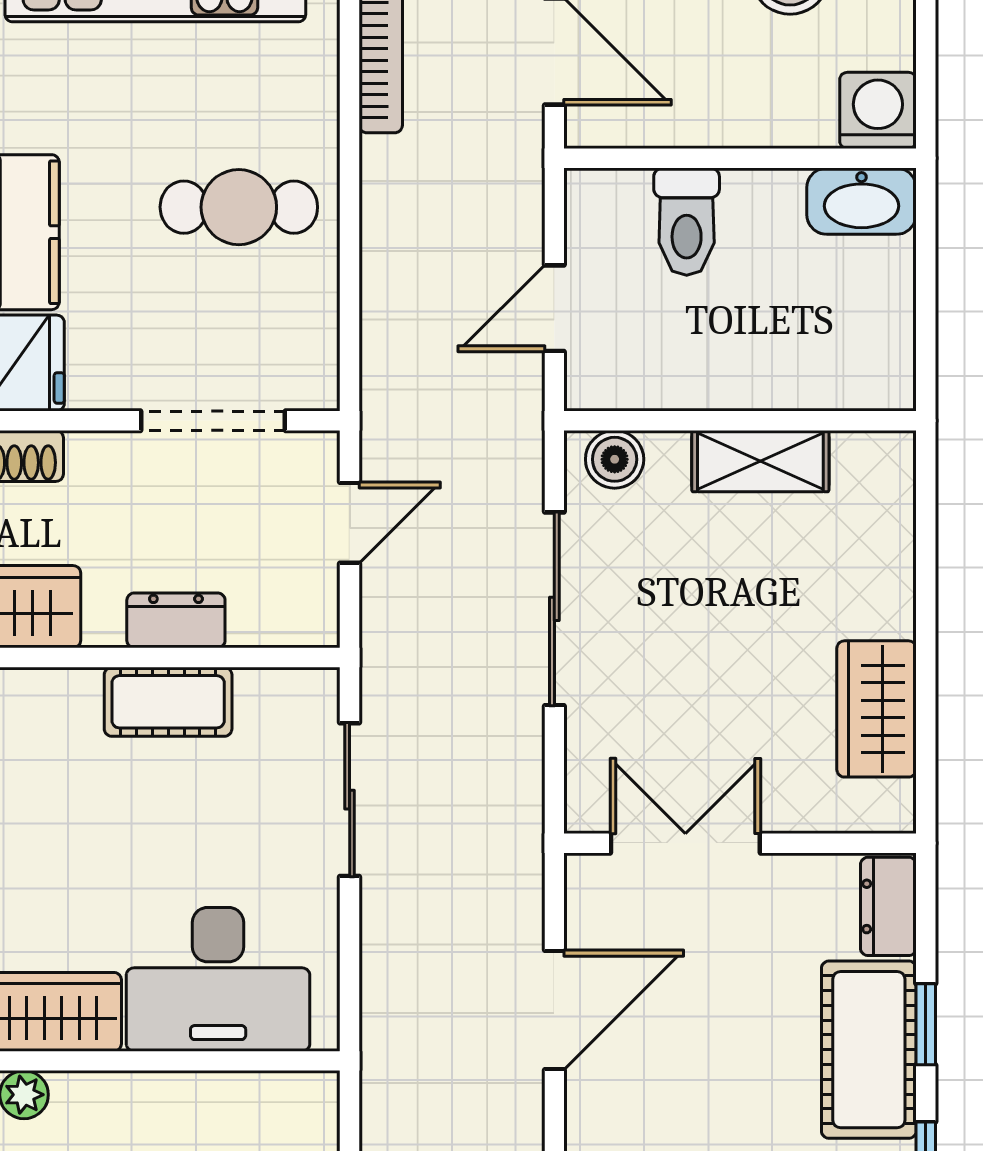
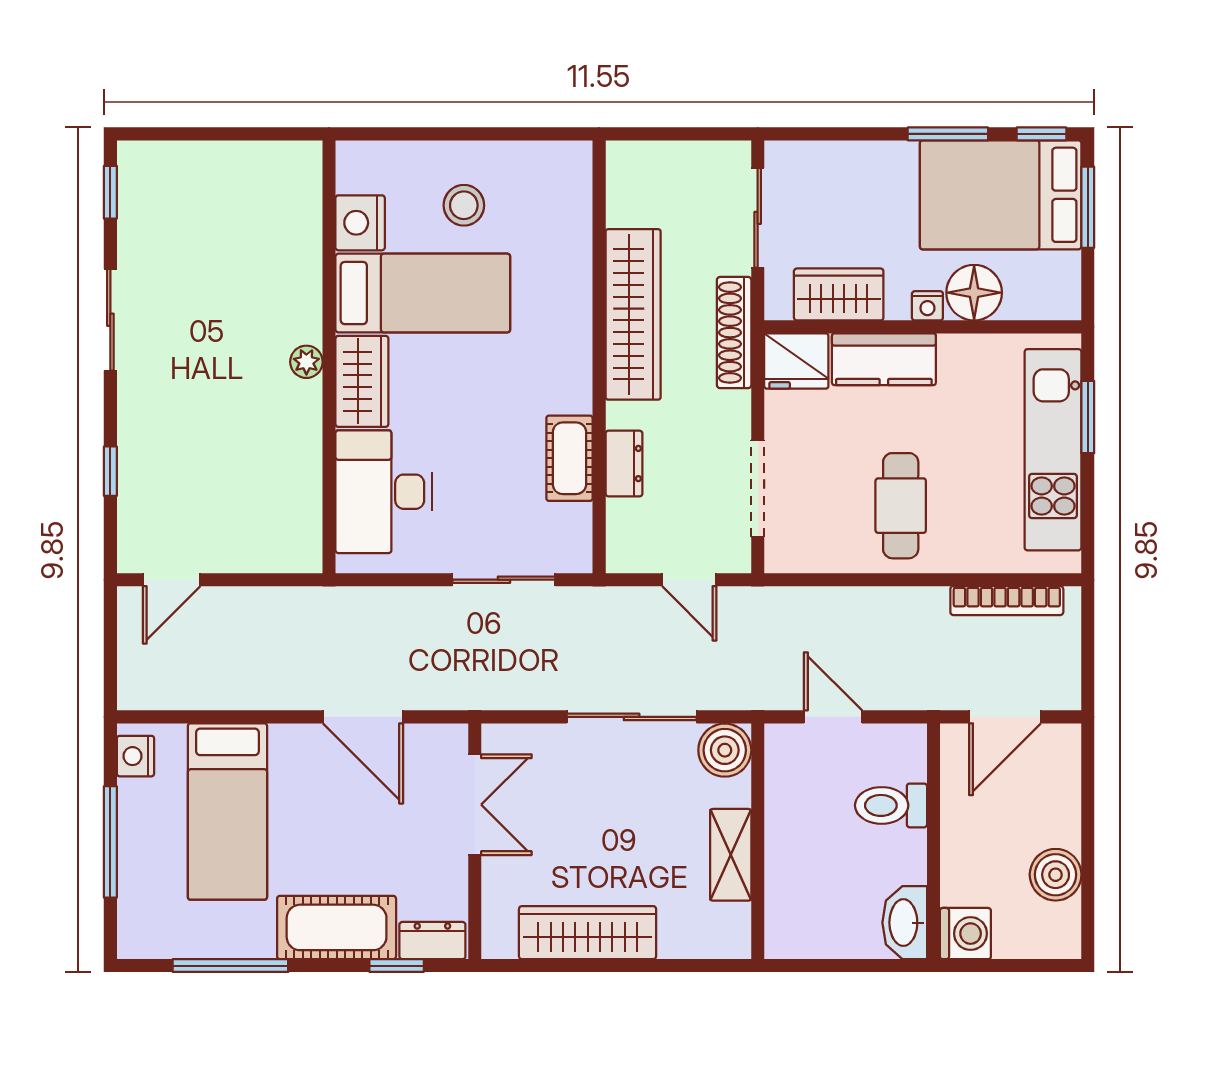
boiler: (615, 459) -> (725, 750), width x1.36, depth x1.36
wardrobe: (877, 709) -> (588, 933), width x1.50
window: (926, 1024) -> (397, 966), moved

